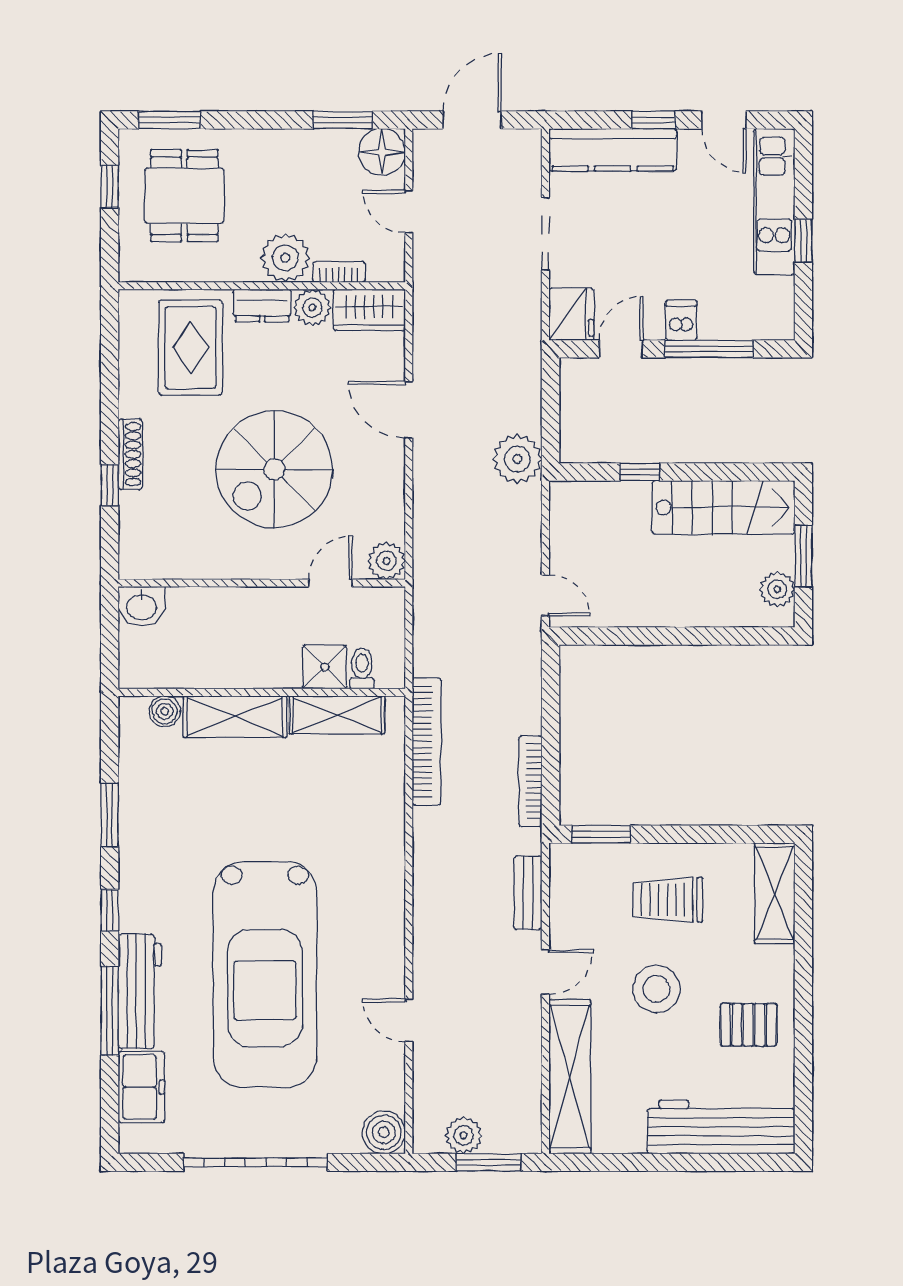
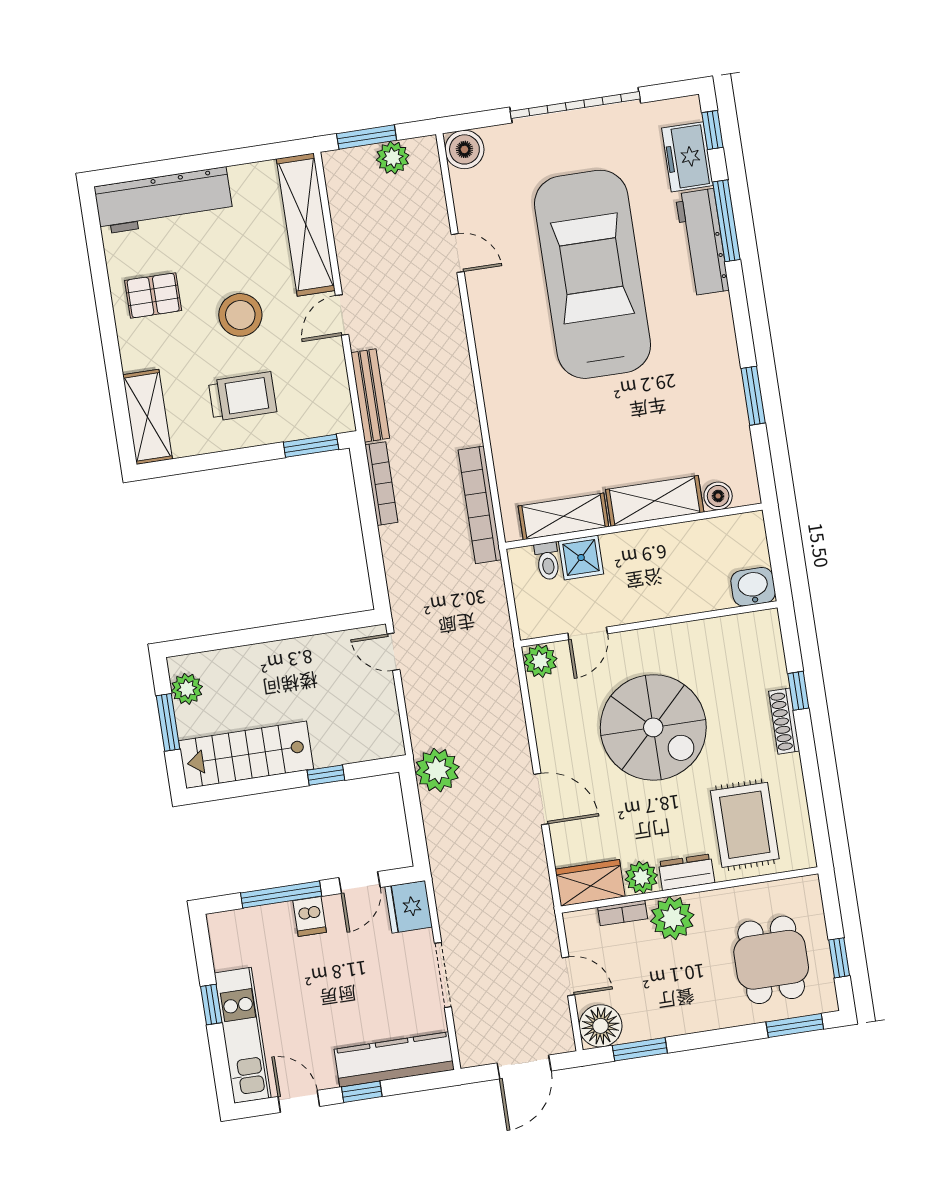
spiral stairs: (274, 469) -> (653, 727), turned 90
bench: (528, 893) -> (370, 395), width x1.36
window: (110, 910) -> (712, 130), moved

